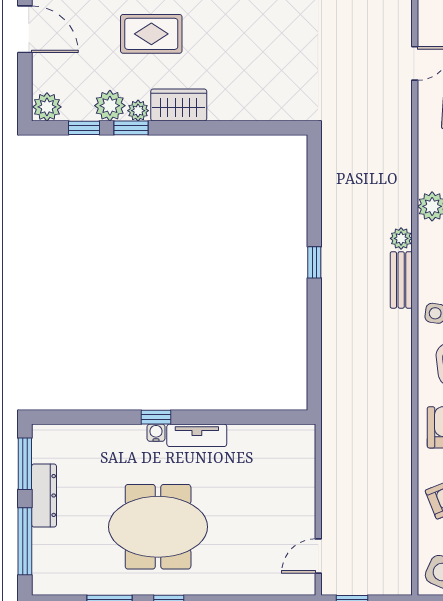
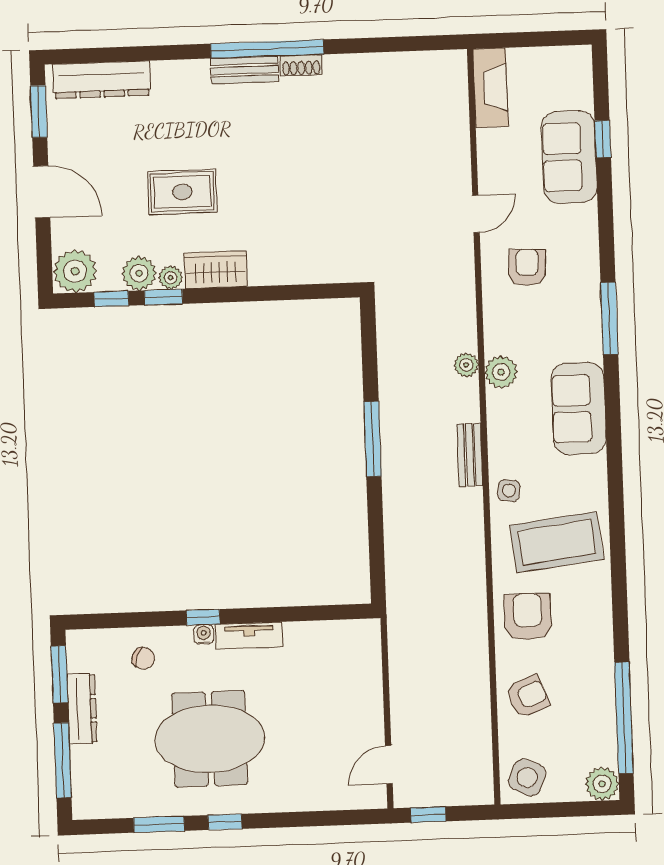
plant: (47, 107) -> (75, 271), width x1.36, depth x1.36
plant: (401, 238) -> (466, 365), moved
window: (314, 262) -> (372, 439), width x2.17
chair: (101, 452) -> (143, 658), added

